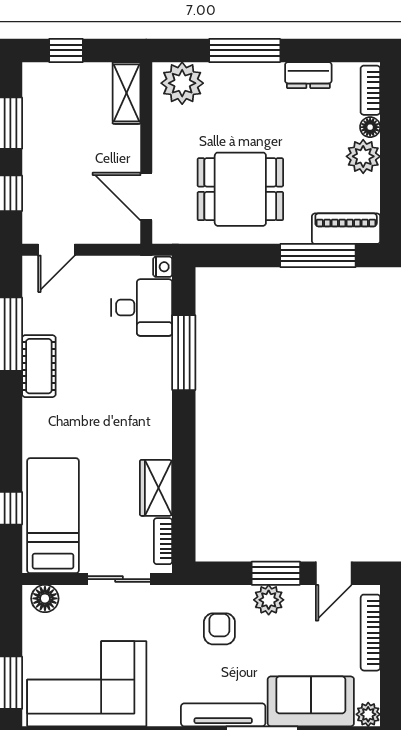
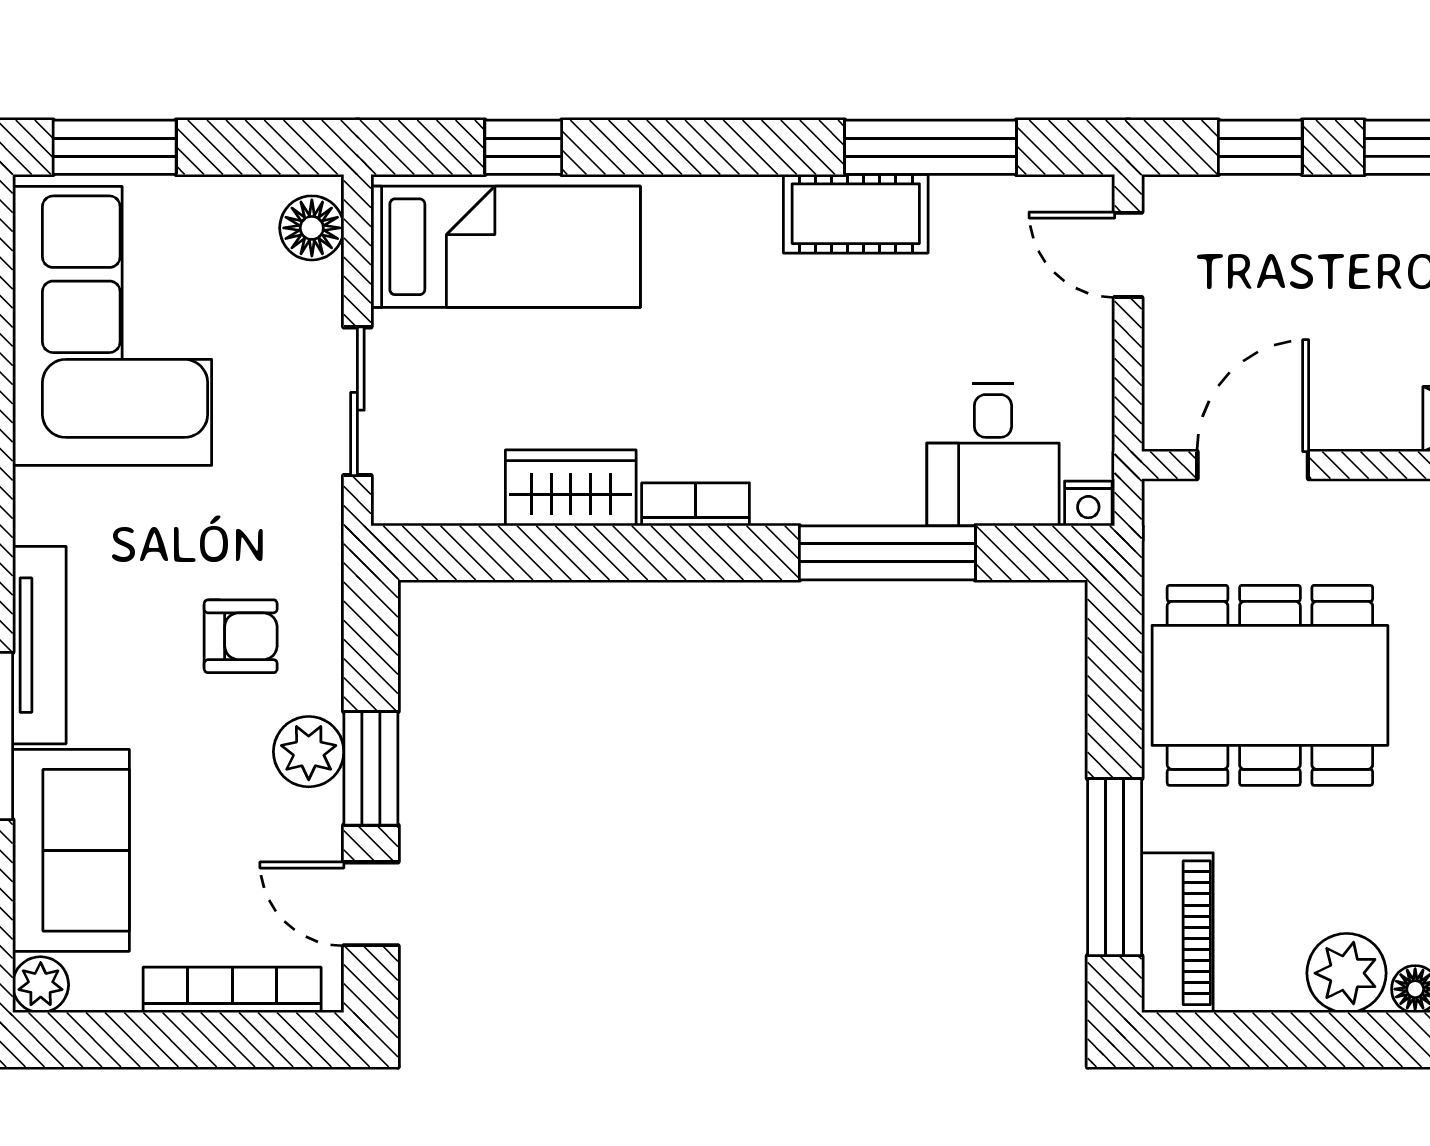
dining table: (240, 189) -> (1270, 685), width x1.37
bookcase: (163, 541) -> (696, 504), moved

